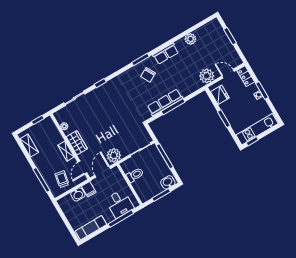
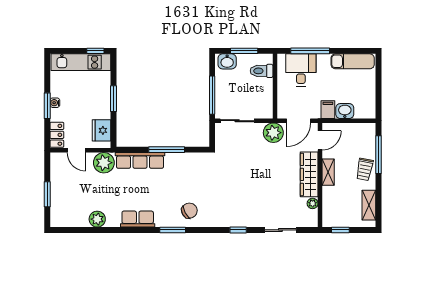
chair: (148, 75) -> (189, 211), moved
row of seats: (165, 102) -> (140, 160), moved
wardrobe: (77, 143) -> (309, 174), width x1.50
toilet: (135, 175) -> (262, 71), moved
trolley: (62, 179) -> (365, 169), moved

